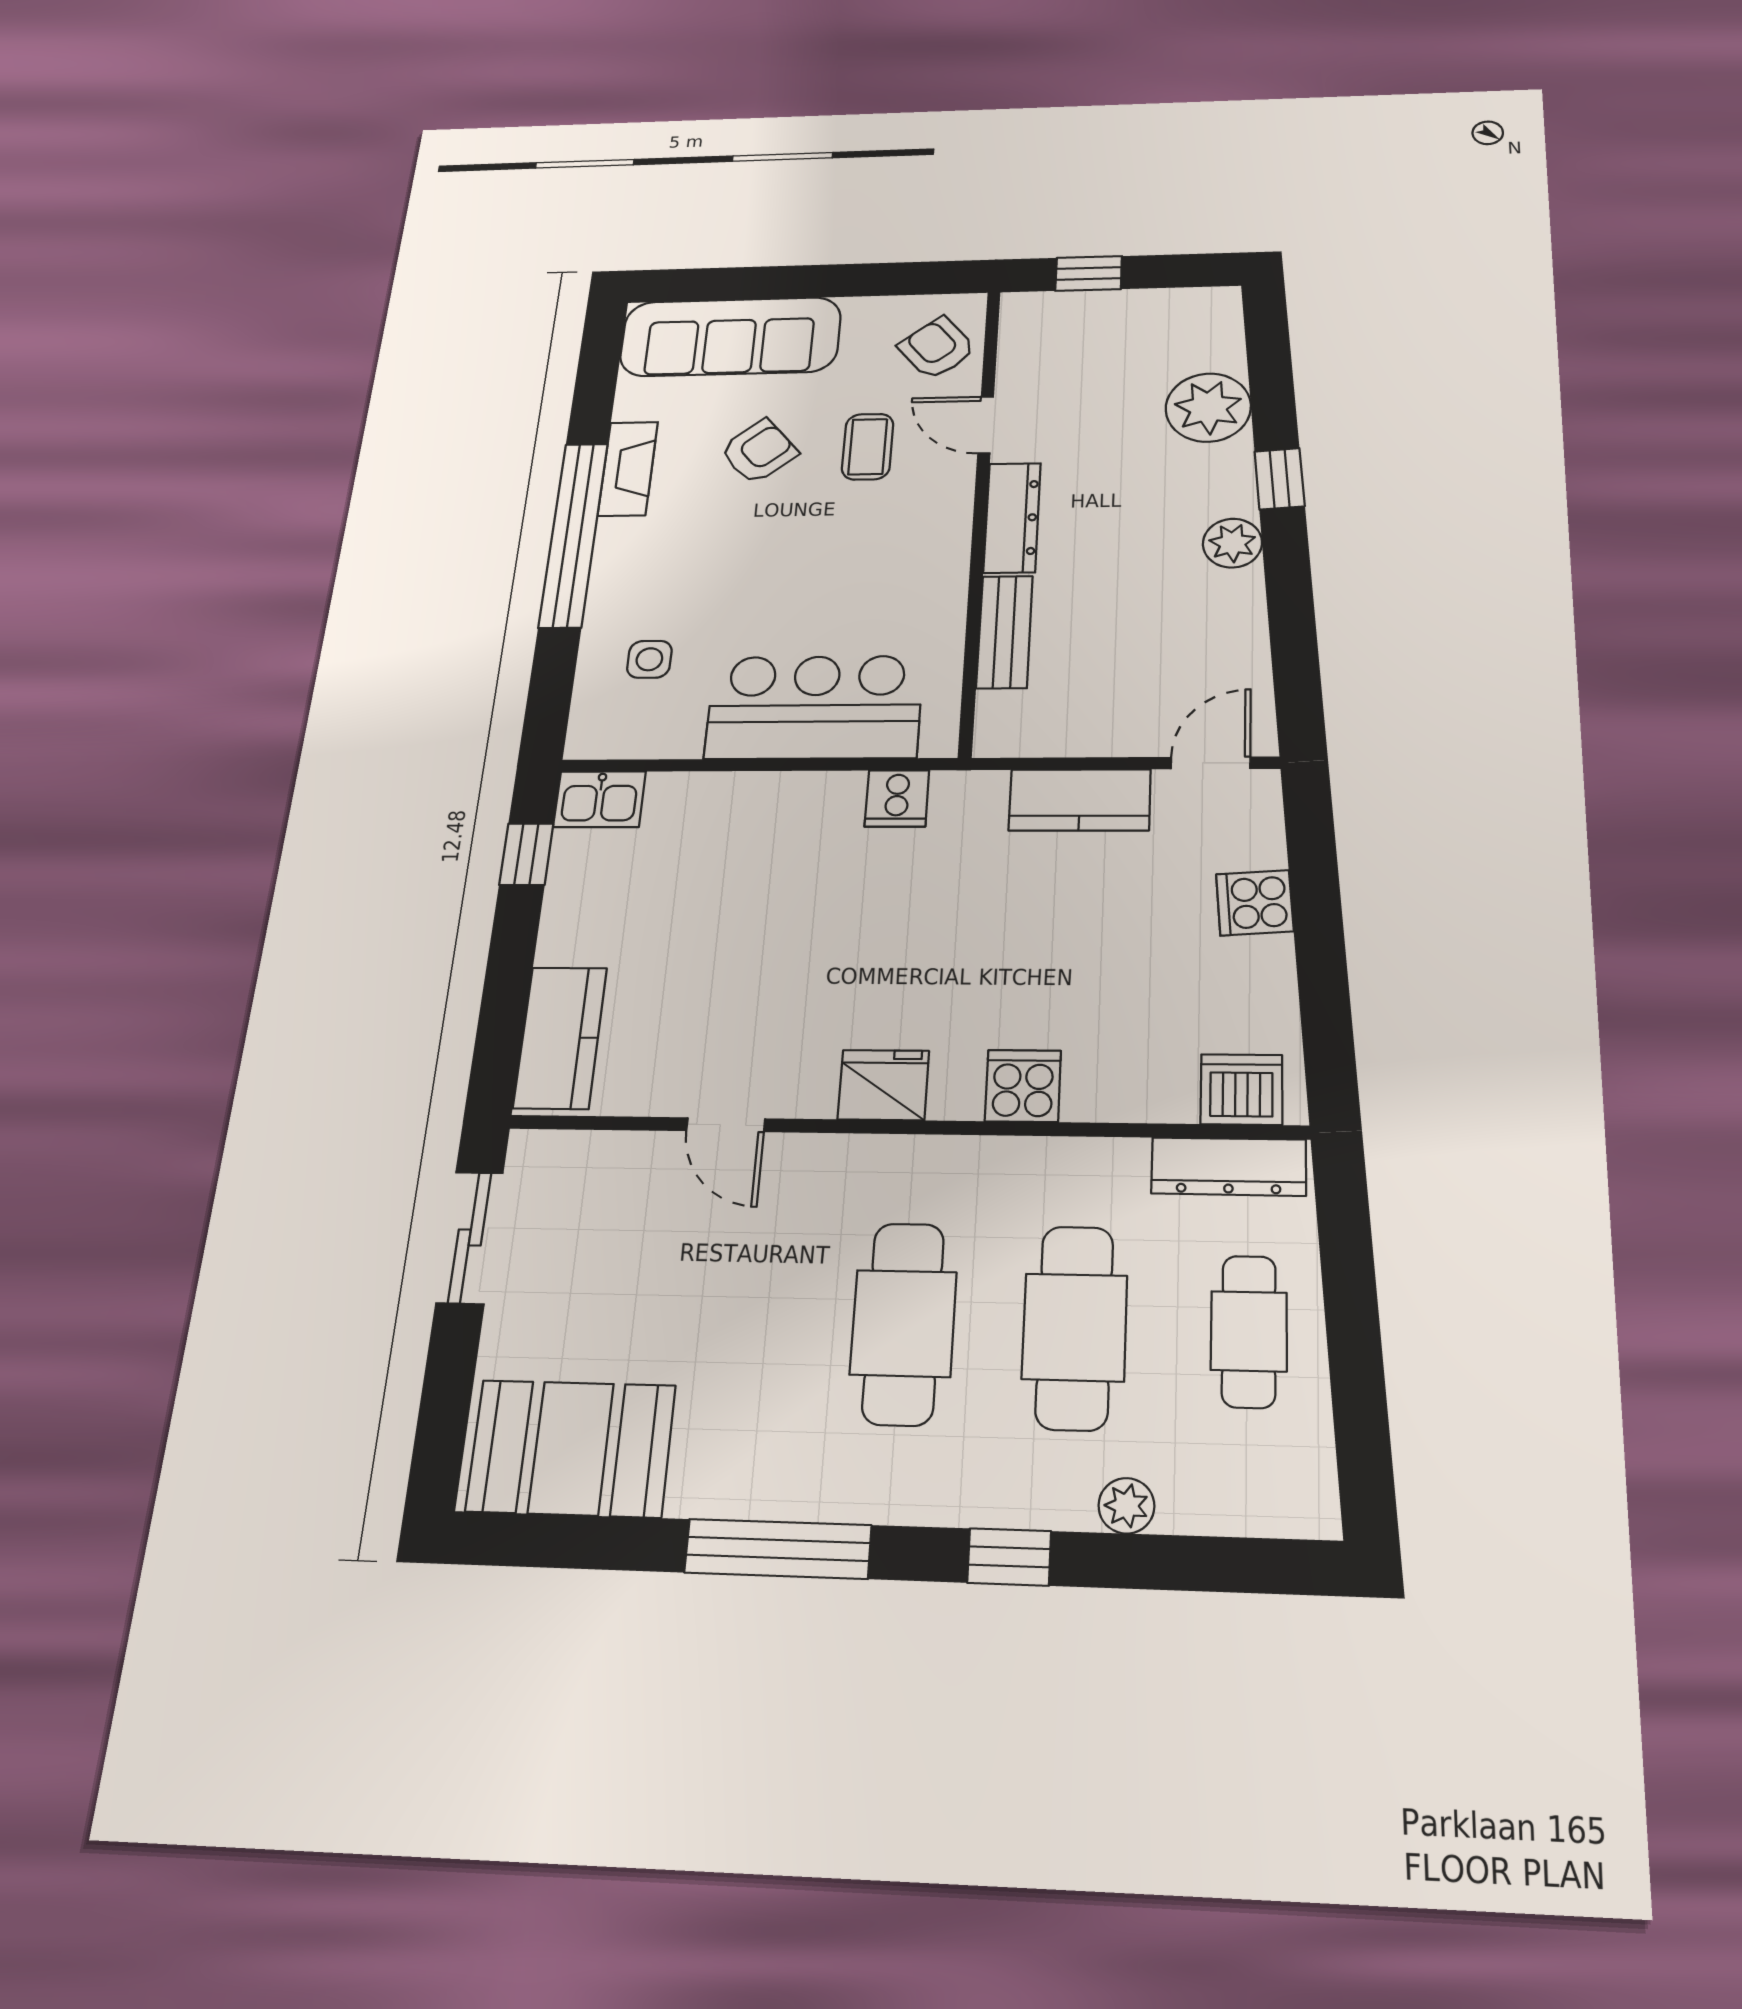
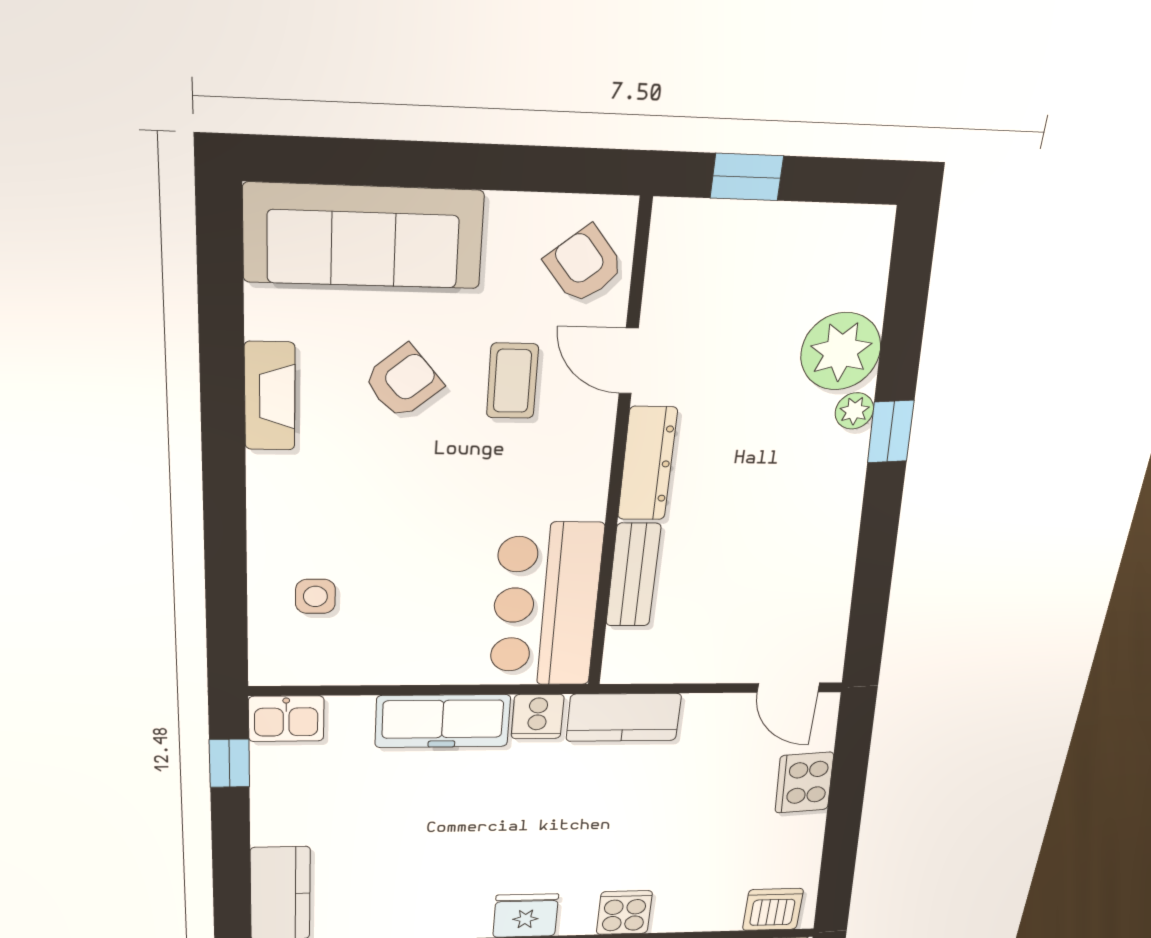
window: (574, 534) -> (224, 469), removed
plant: (1232, 543) -> (854, 411), moved, width x0.73, depth x0.73
bar counter: (814, 707) -> (546, 605), moved, turned -90
door: (1211, 763) -> (788, 688), swing flipped
kitchen counter: (1080, 800) -> (624, 717), moved
freezer: (782, 803) -> (443, 721), added
cooker: (1255, 903) -> (804, 783), width x1.36

